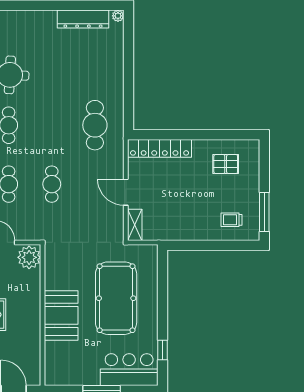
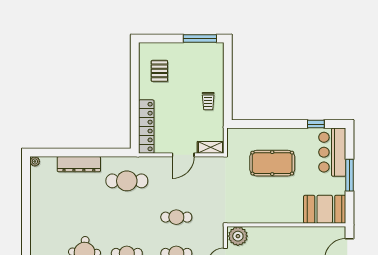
dresser: (83, 19) -> (79, 164), moved, turned 90
trolley: (231, 220) -> (208, 101), moved
pool table: (116, 298) -> (272, 163), width x0.73, depth x0.76
booth: (61, 315) -> (325, 209), moved

